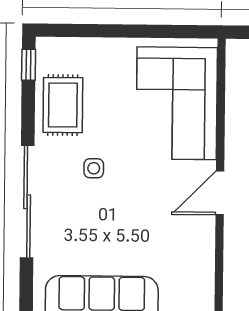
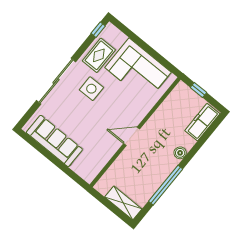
corner sofa: (177, 103) -> (138, 70), moved, turned -90
side table: (94, 168) -> (91, 89), width x1.87, depth x1.87

